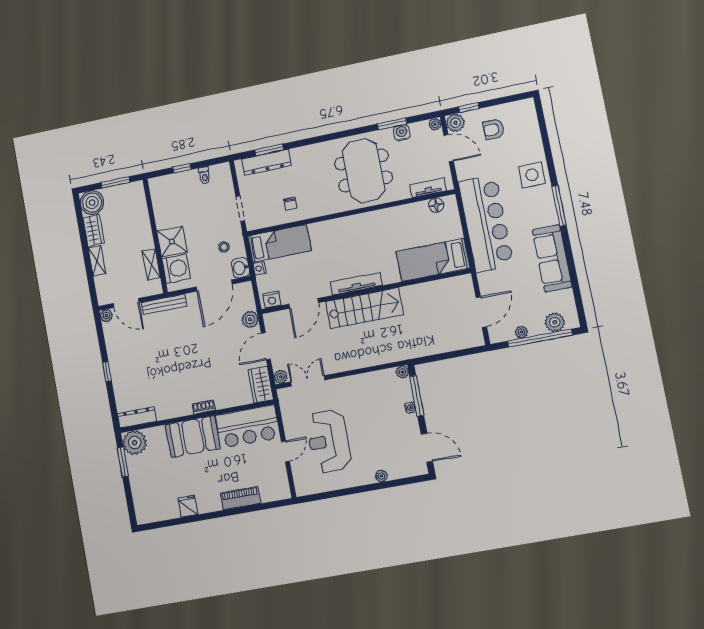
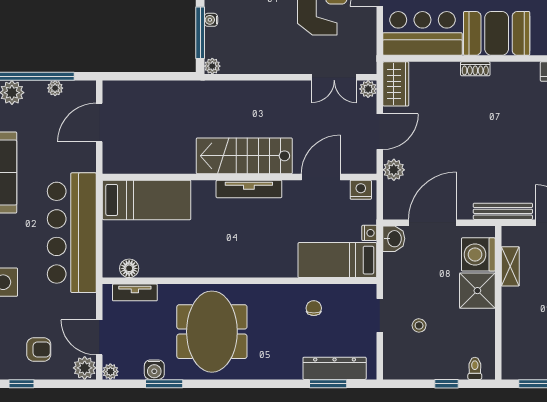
window: (469, 108) -> (22, 384), moved
toilet: (204, 175) -> (475, 368), moved
stool: (224, 247) -> (419, 325), moved

